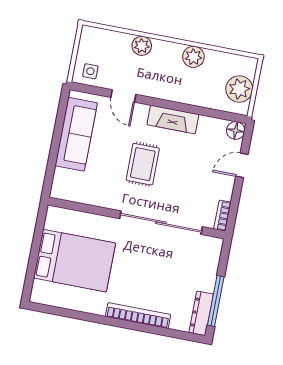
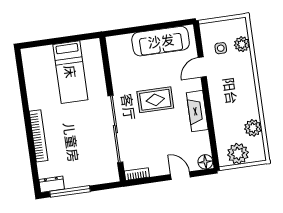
plant: (142, 46) -> (242, 44), moved
plant: (193, 57) -> (253, 128), moved
side table: (90, 71) -> (221, 48), moved
bed: (74, 261) -> (70, 72), width x0.67
dresser: (201, 313) -> (52, 184), width x0.70

